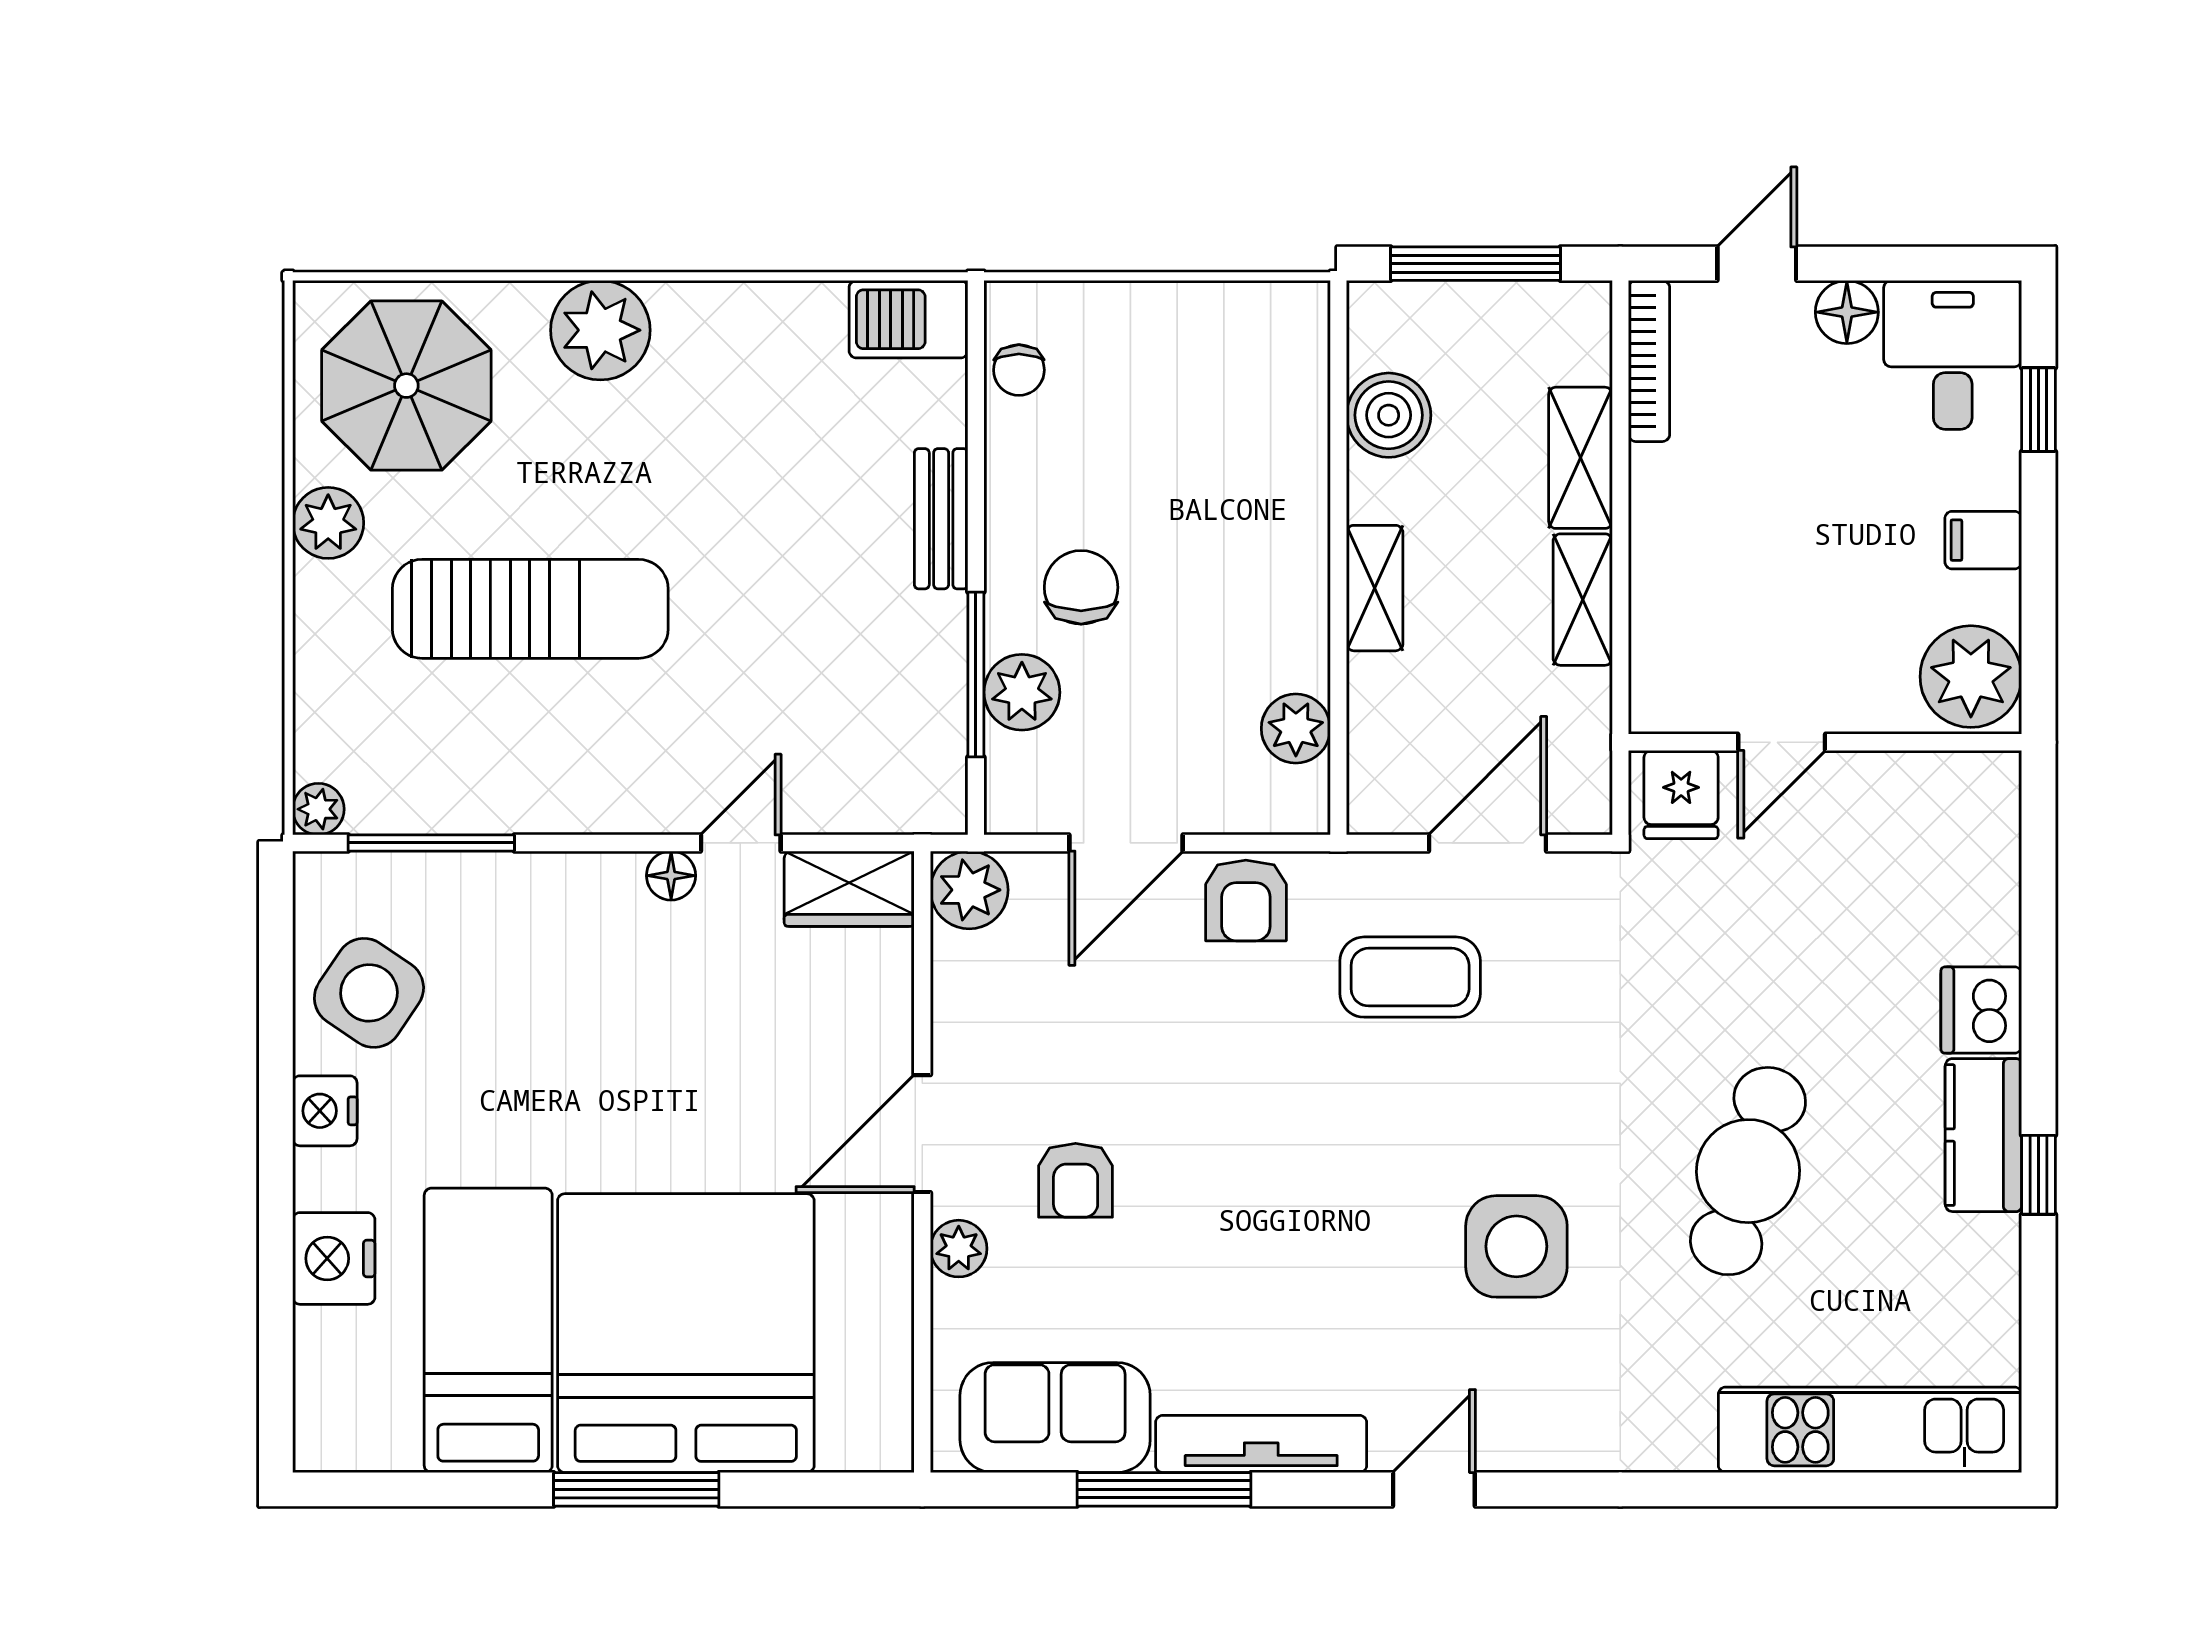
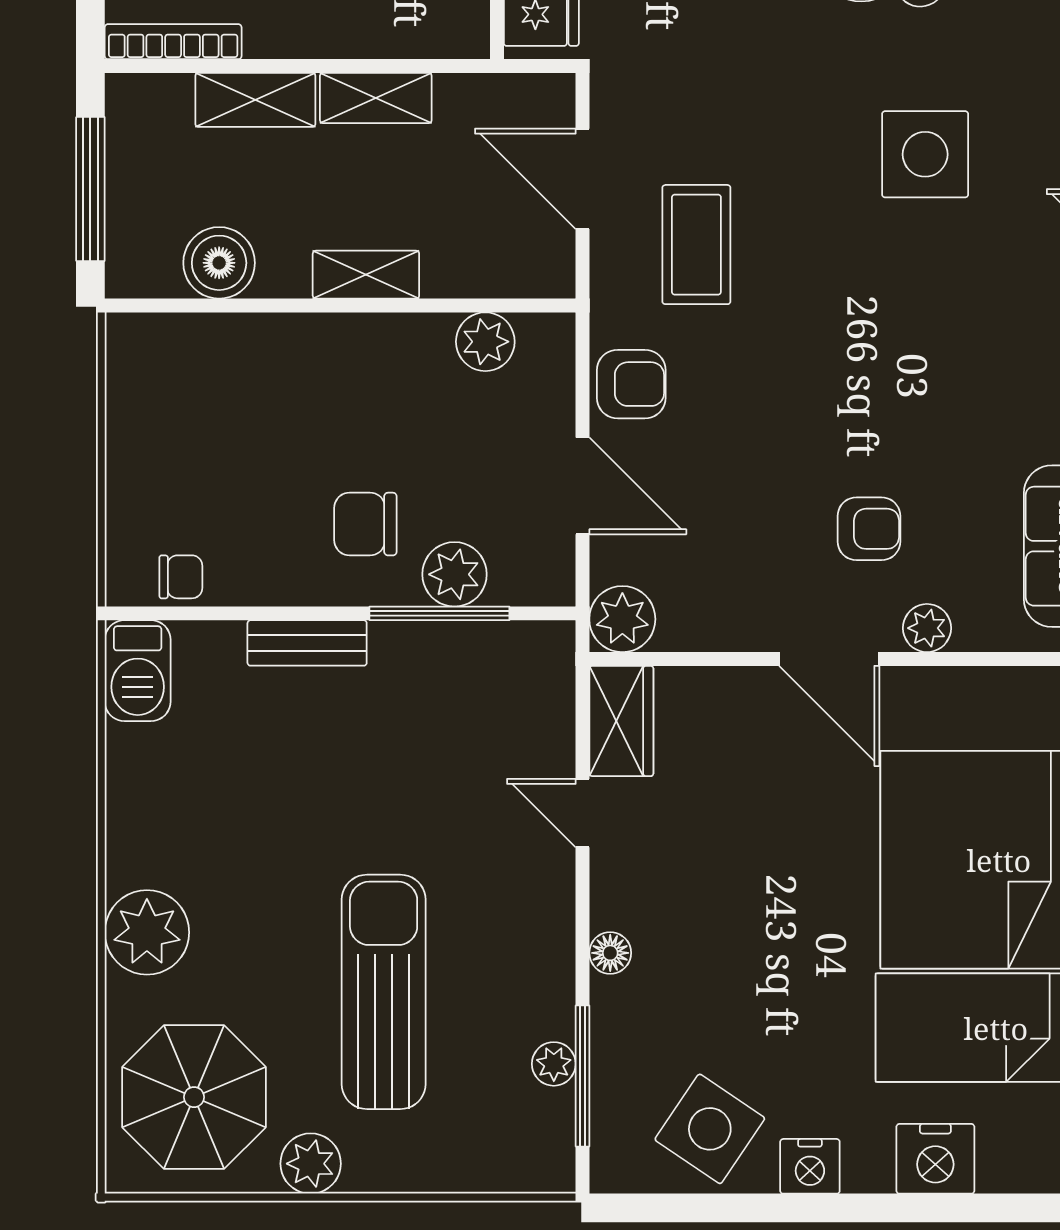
plant: (318, 809) -> (554, 1064), moved
floor lamp: (671, 876) -> (610, 953), moved

